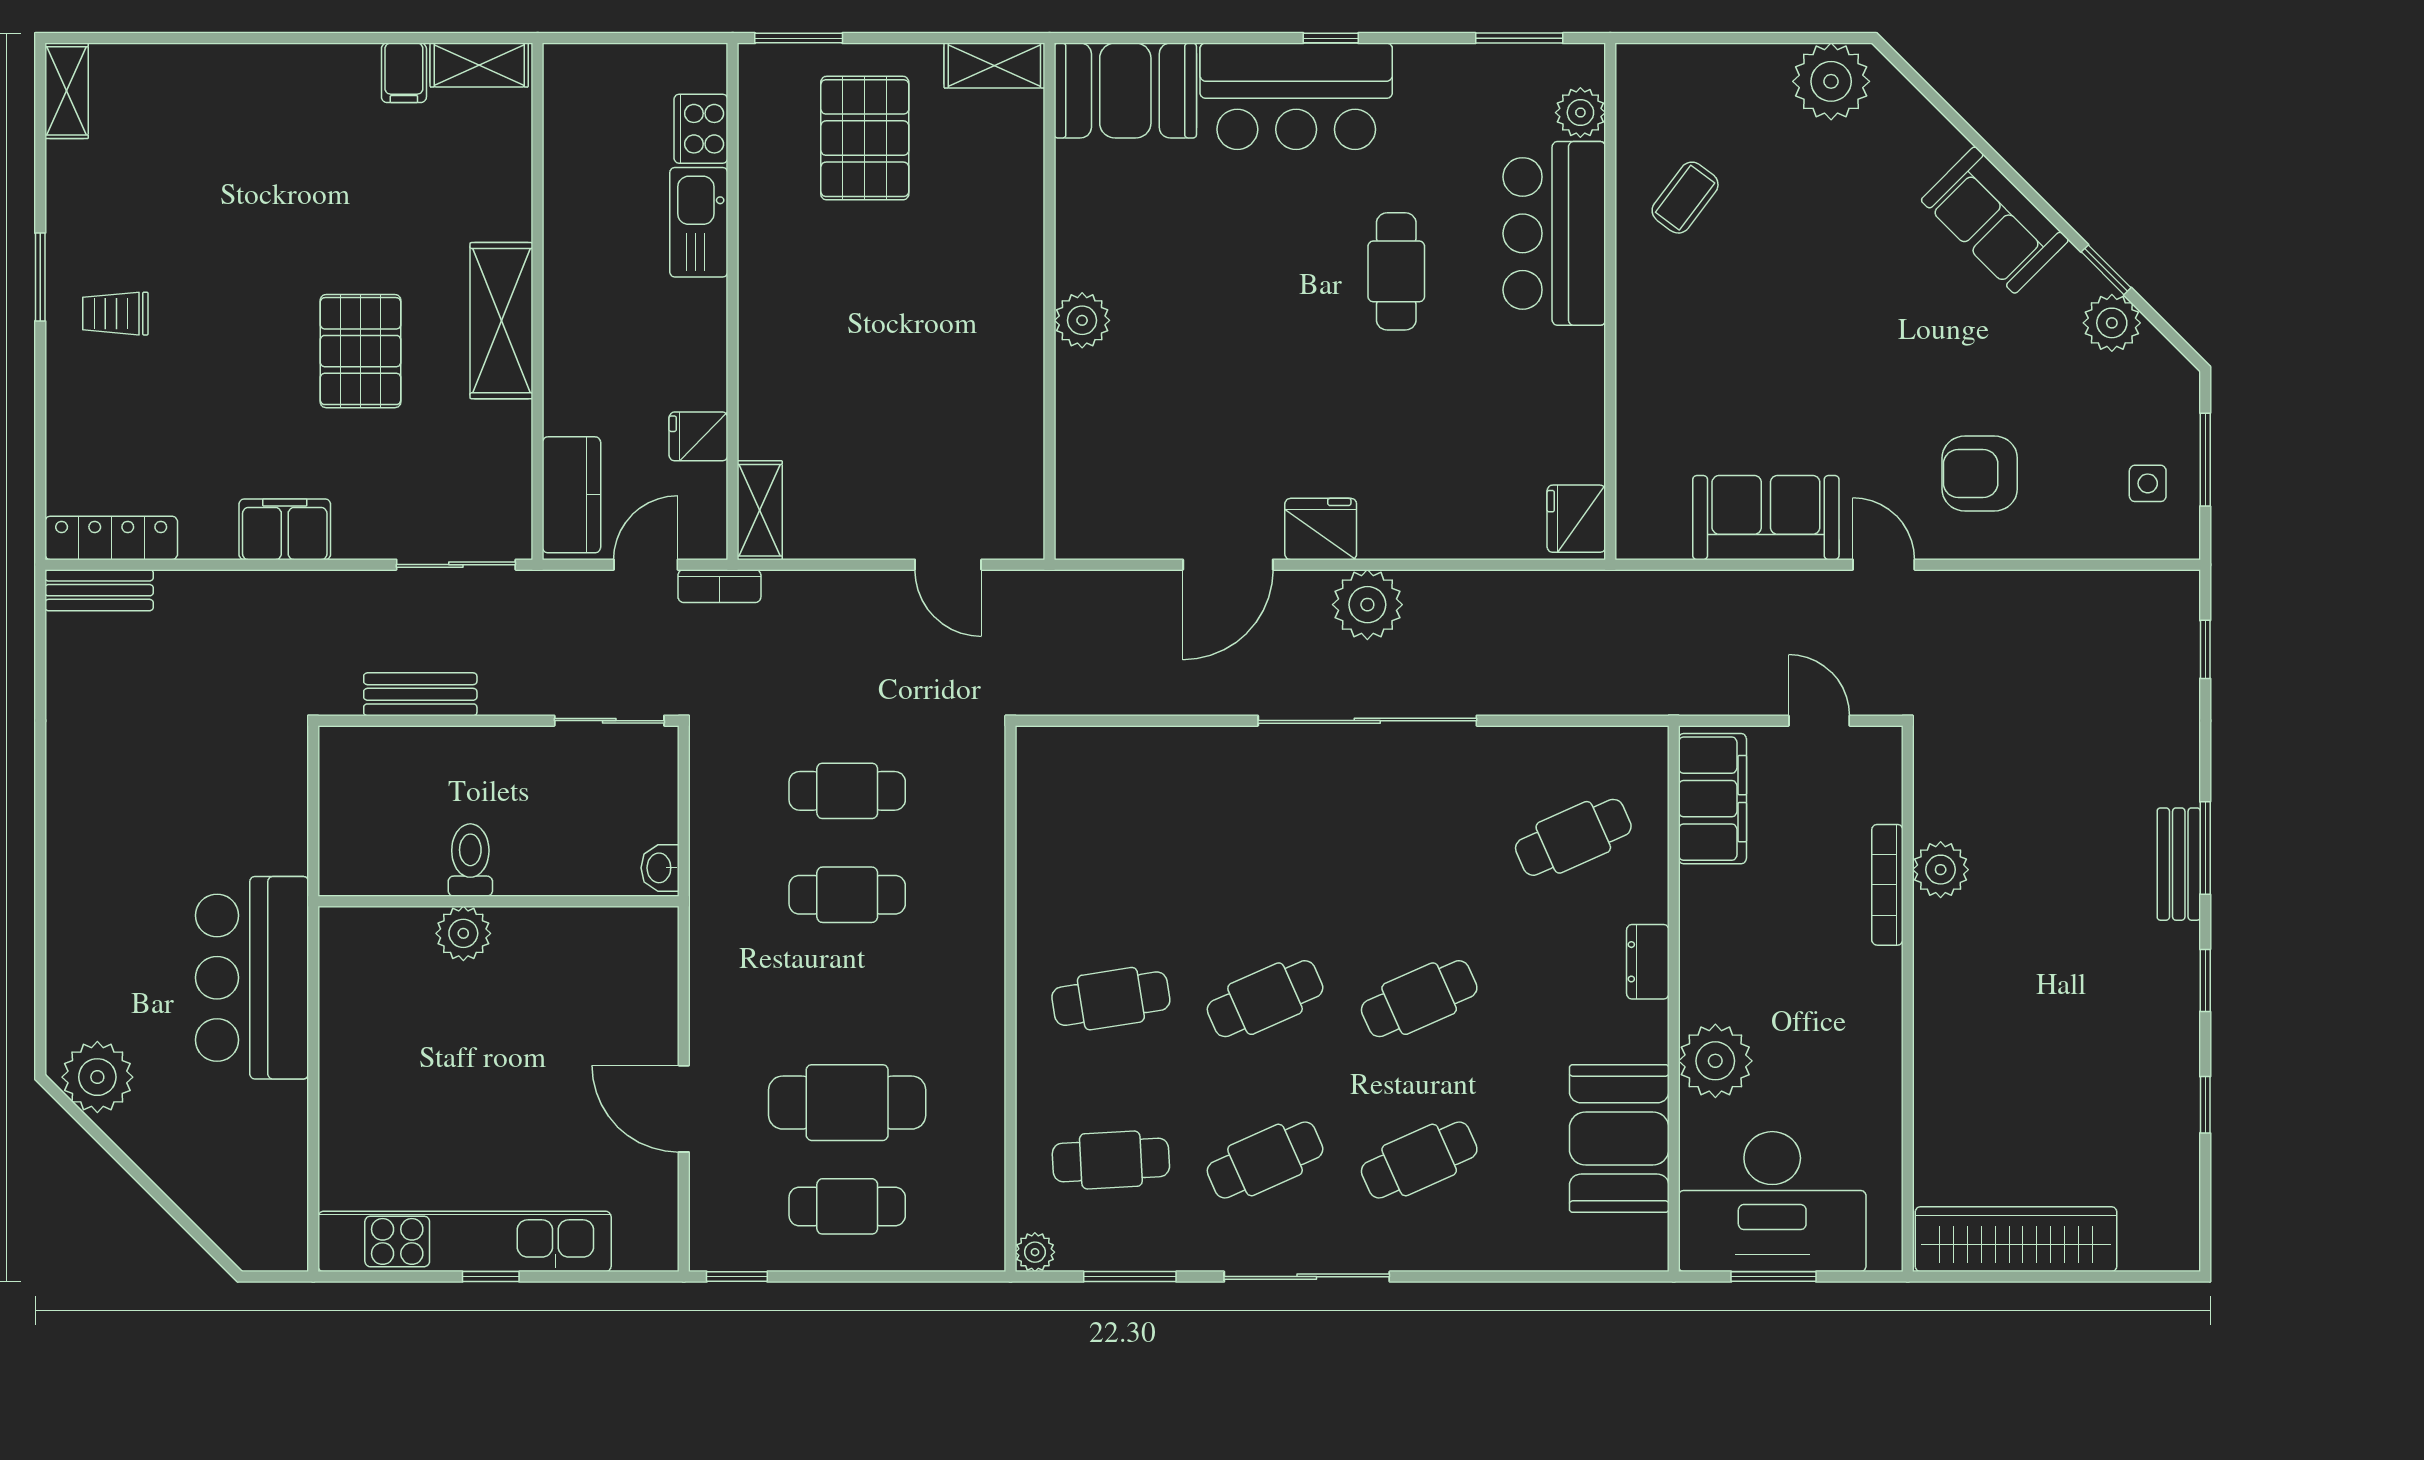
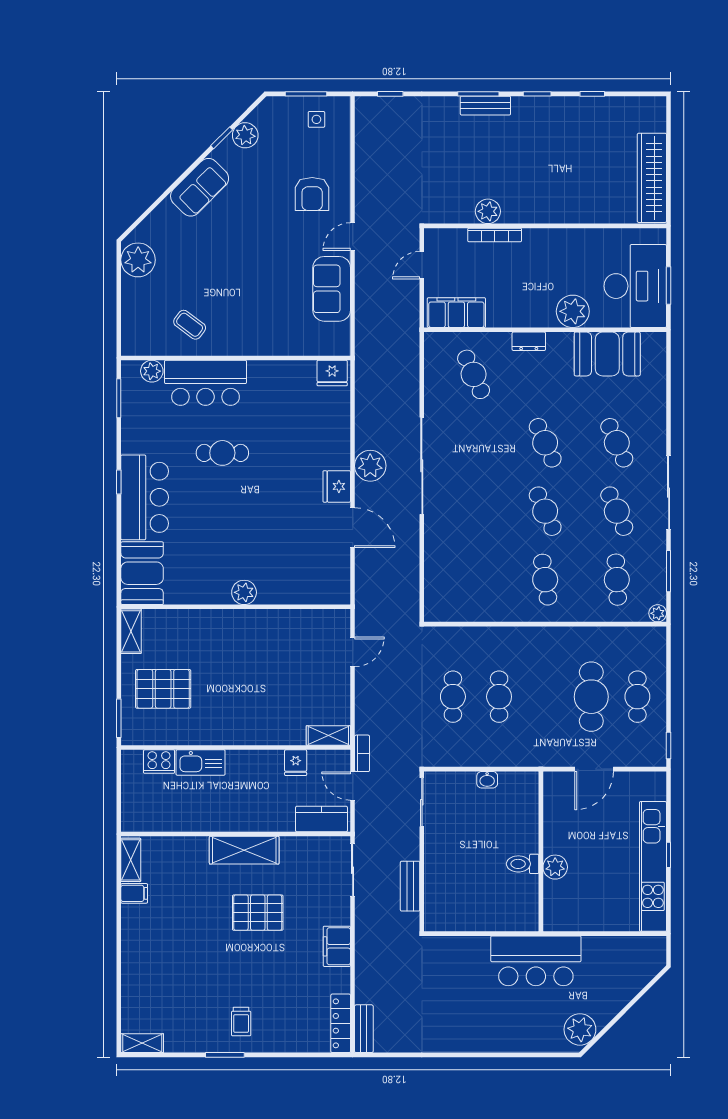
toilet: (470, 860) -> (523, 864), moved
wall: (499, 901) -> (541, 851), moved
plant: (463, 933) -> (555, 867), moved

